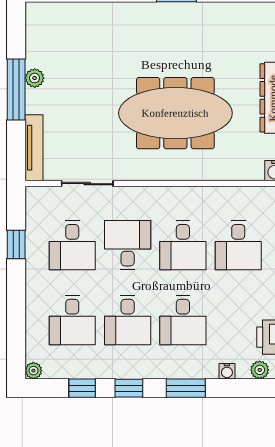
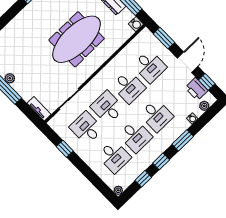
tv unit: (34, 148) -> (39, 109), width x0.71
desk: (72, 245) -> (86, 128), turned 180

